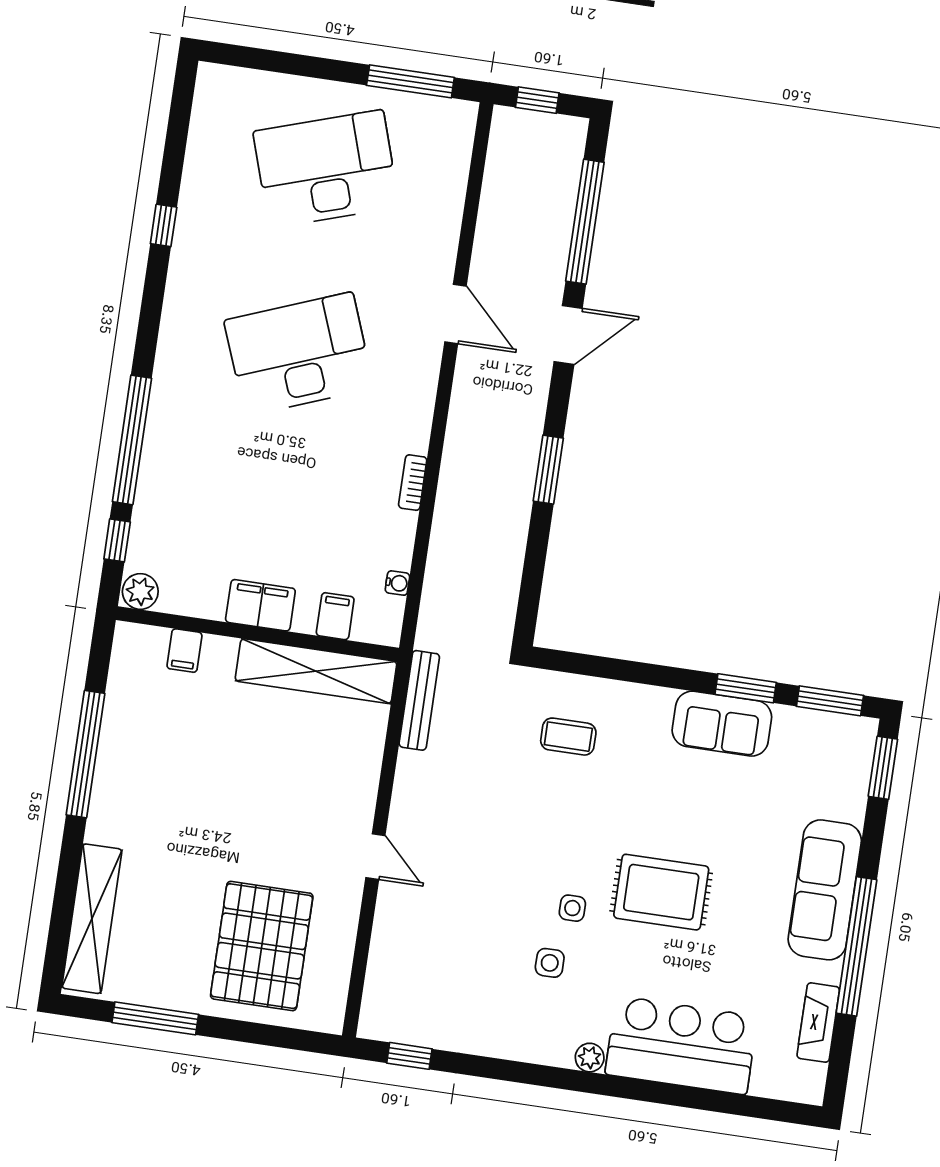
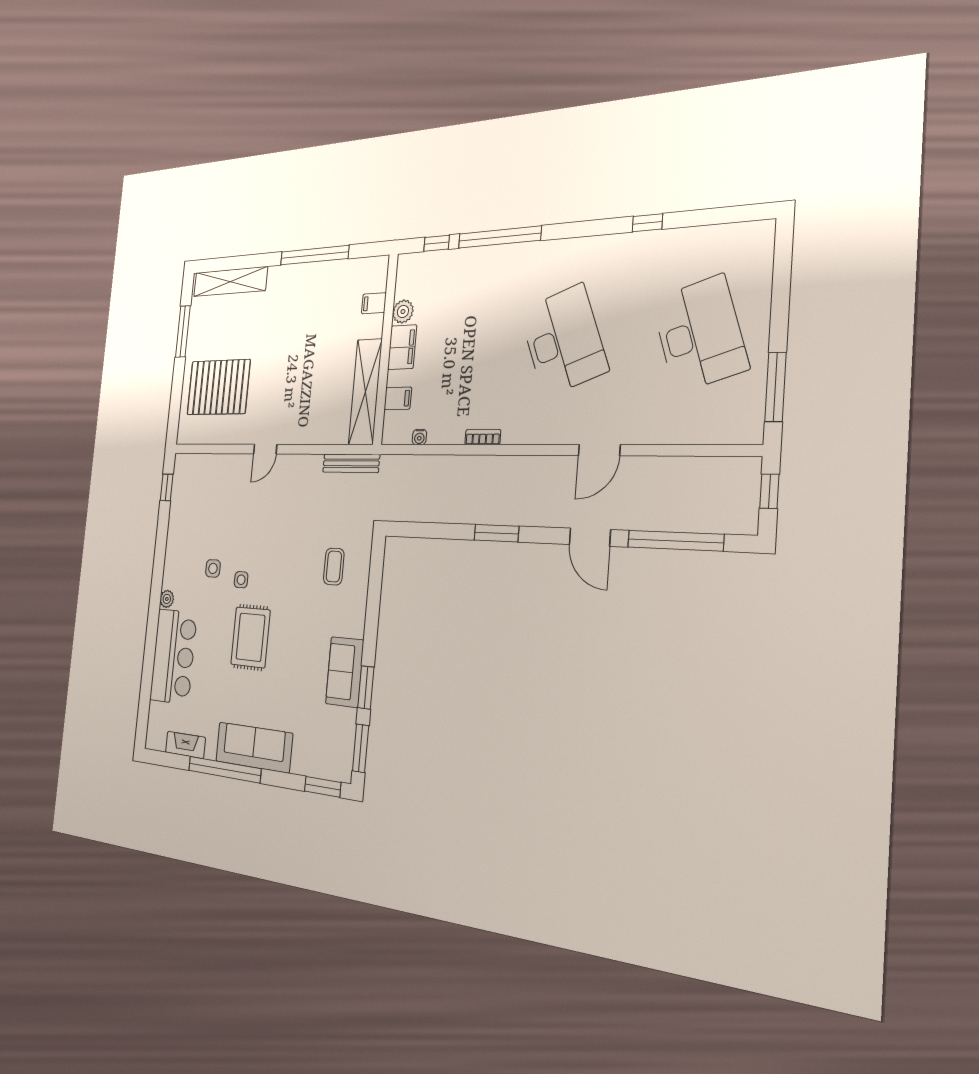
plant: (140, 591) -> (403, 312), moved

